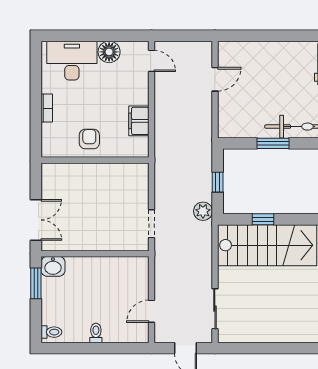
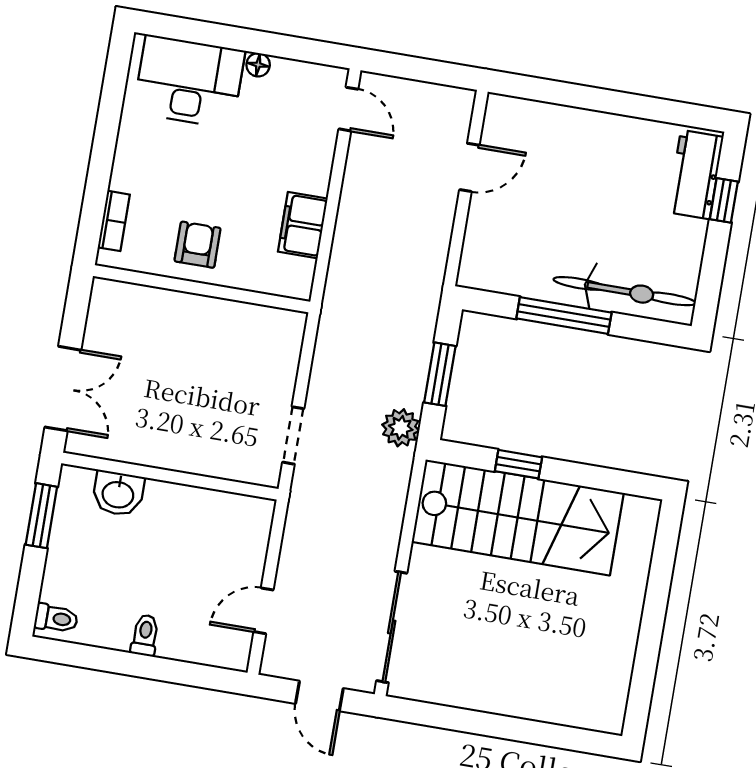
floor lamp: (109, 52) -> (258, 65), width x0.53, depth x0.53
bookcase: (47, 108) -> (114, 221), moved
window: (273, 143) -> (564, 316), width x1.44
window: (218, 182) -> (440, 374), width x1.50
washbasin: (53, 266) -> (118, 494), moved
sliding door: (215, 309) -> (392, 627), width x1.37

